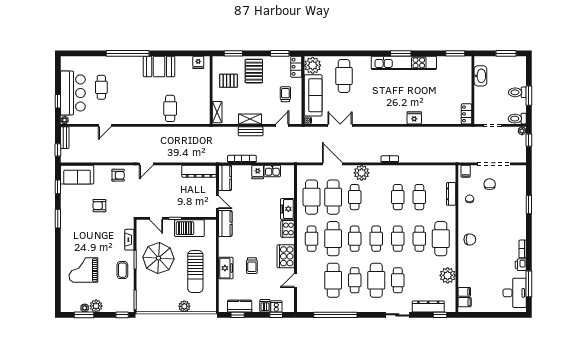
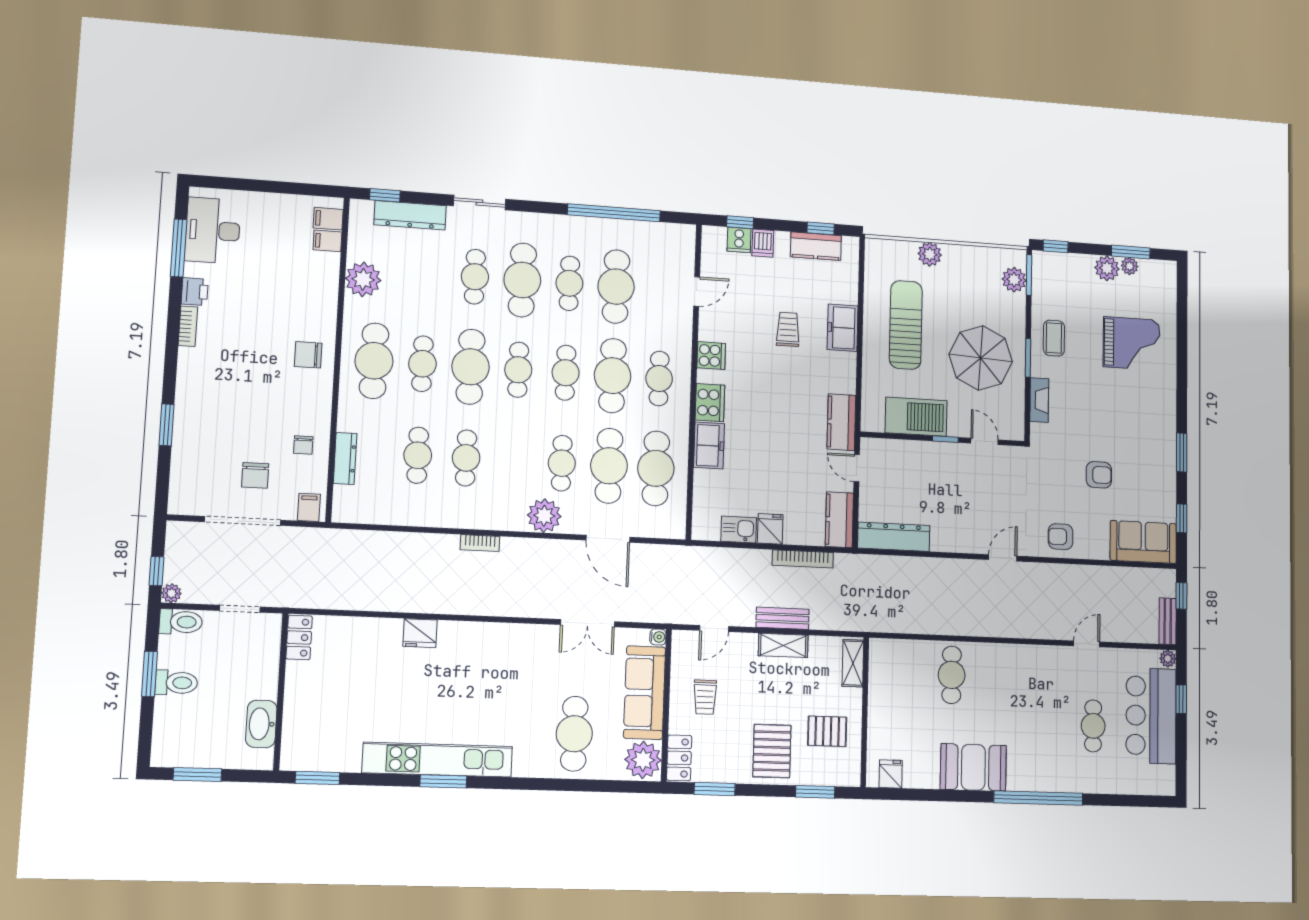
cafe table: (398, 239) -> (471, 367), width x1.37, depth x1.35
cooker: (286, 256) -> (711, 356), width x0.53, depth x0.76
plant: (143, 297) -> (1014, 280), added

